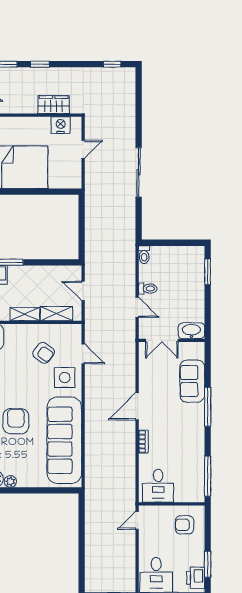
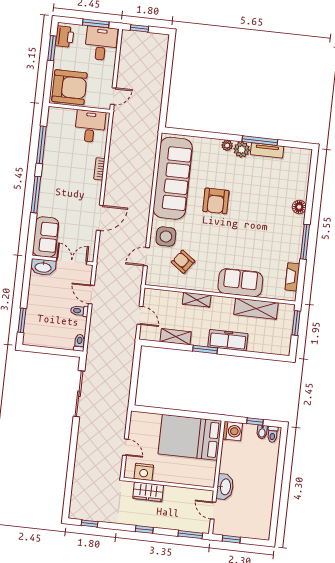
window: (40, 64) -> (144, 529), moved
door: (83, 149) -> (125, 447), swing flipped
sliding door: (139, 172) -> (79, 394), moved
shelving: (57, 314) -> (176, 337), moved
door: (83, 354) -> (146, 257), hinge flipped
sofa: (192, 381) -> (46, 237), moved
door: (137, 406) -> (100, 218), moved
window: (208, 476) -> (41, 145), moved
armchair: (185, 525) -> (69, 87), width x1.88, depth x1.88

